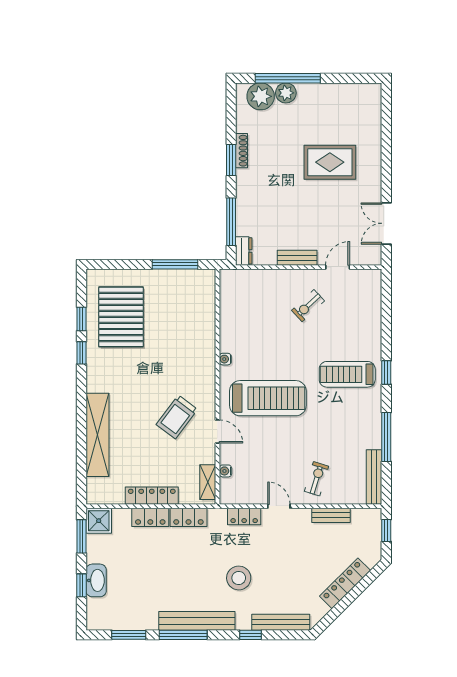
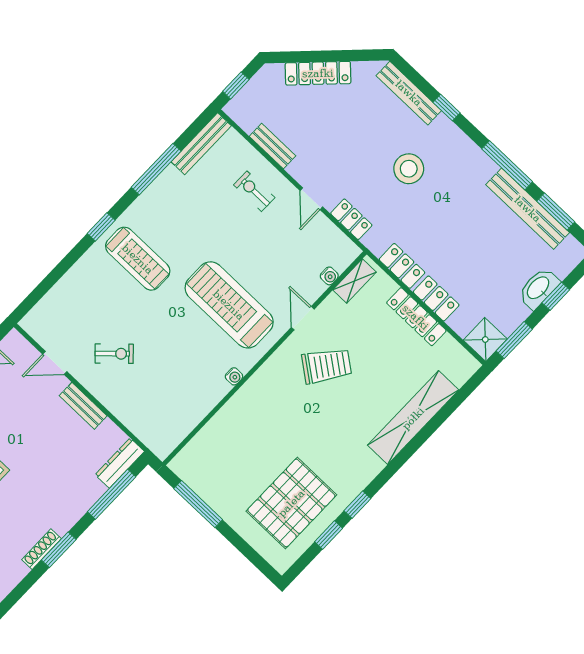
dresser: (244, 251) -> (120, 463), width x1.44
exercise bike: (317, 479) -> (254, 191), turned 73
bench: (197, 621) -> (528, 209), moved

